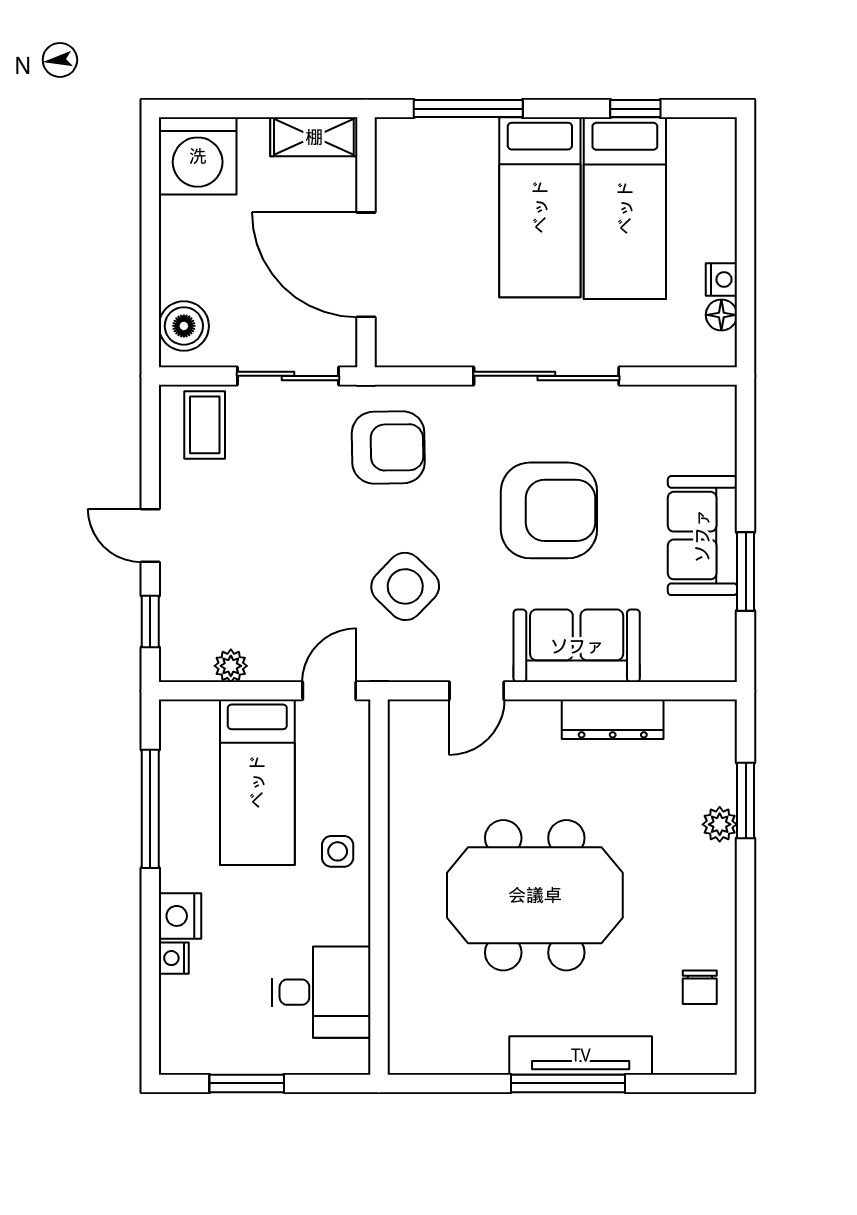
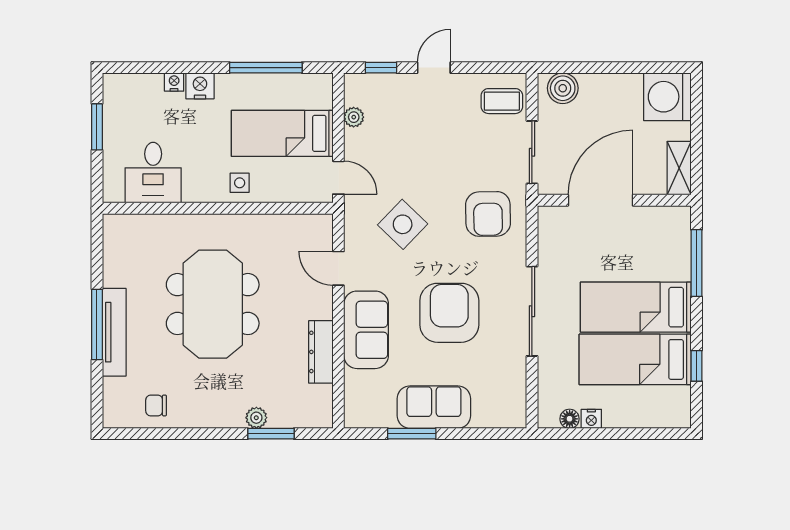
armchair: (549, 510) -> (449, 313), turned 180

